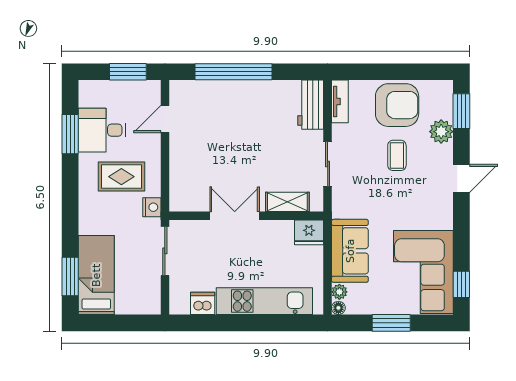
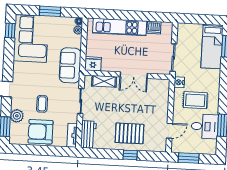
window: (233, 72) -> (130, 155), width x0.32
pallet: (237, 111) -> (129, 133), added
sofa: (350, 251) -> (70, 65), moved

